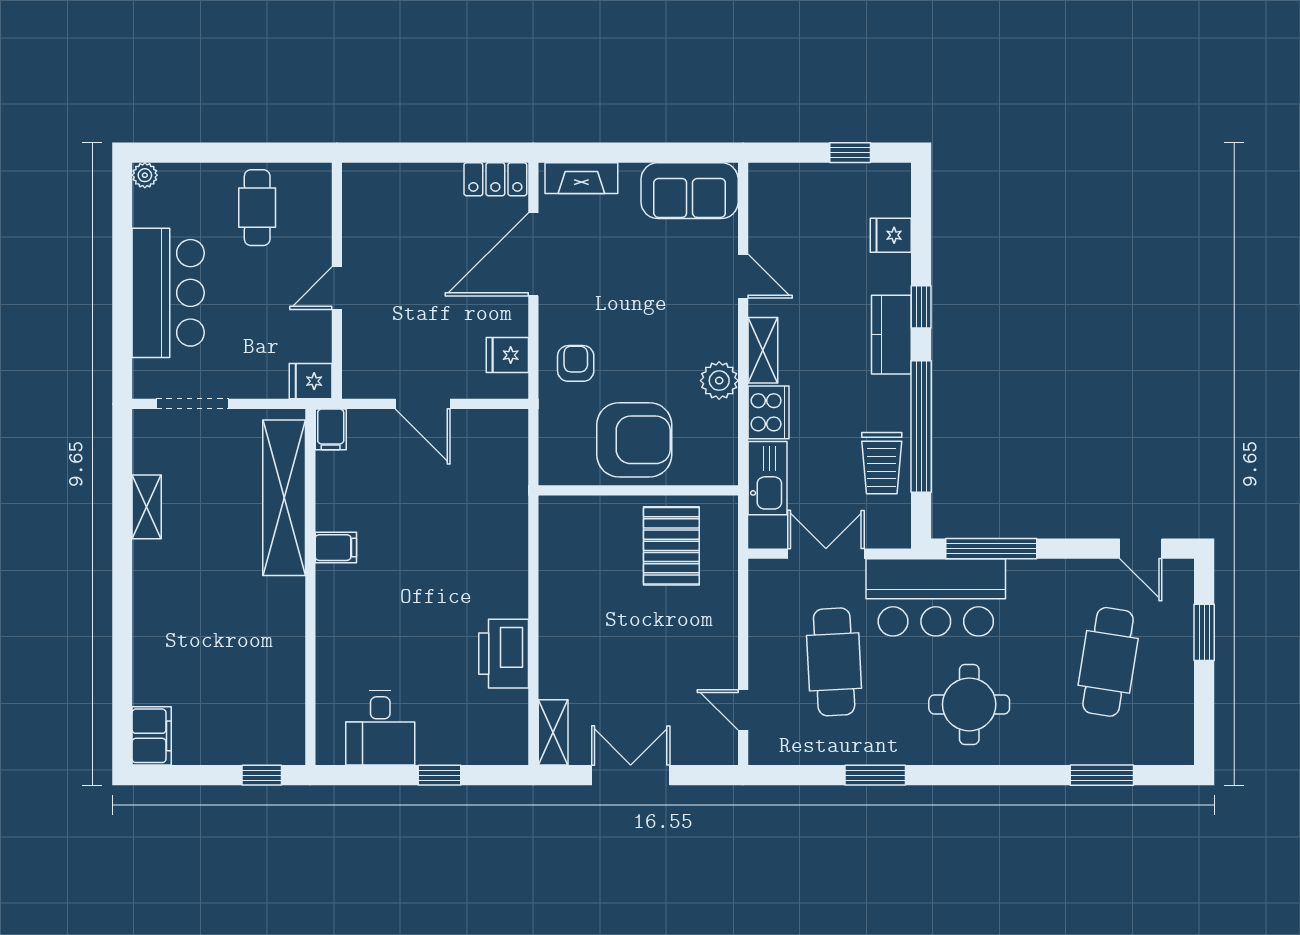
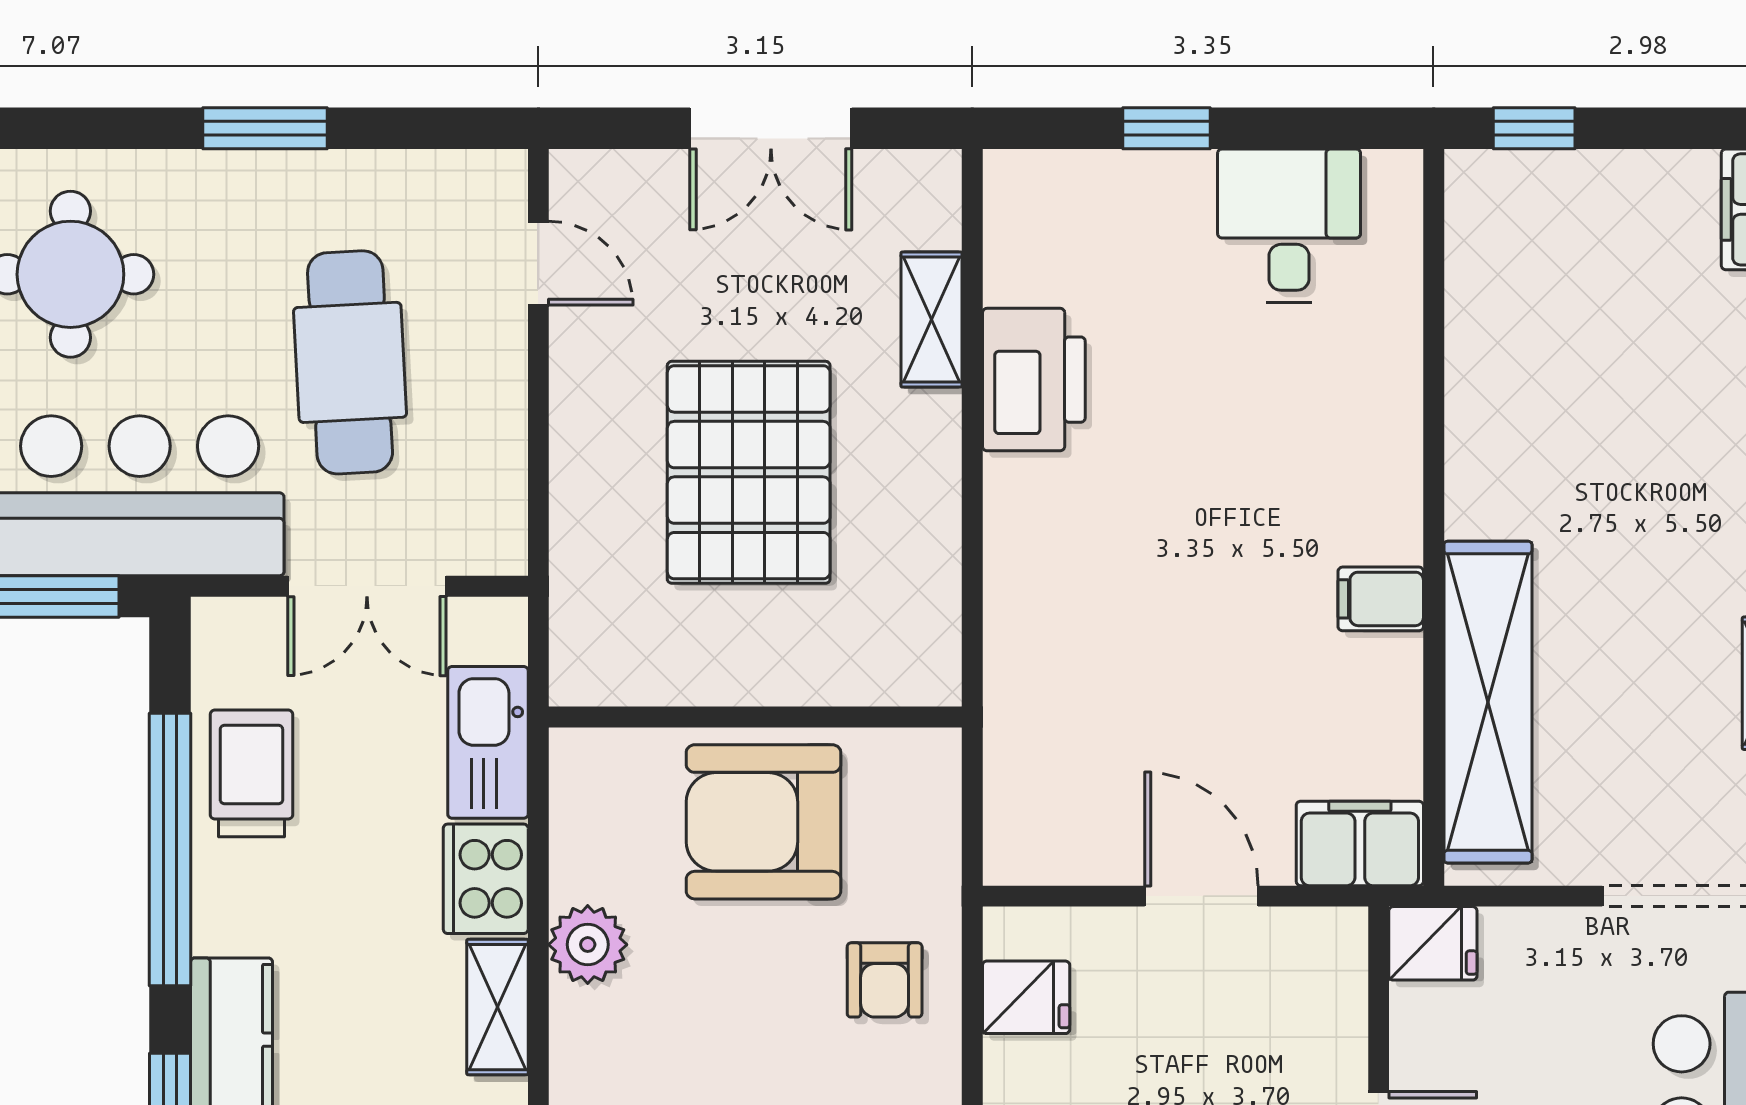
filing cabinet: (331, 429) -> (1360, 843), width x2.00
pallet: (671, 546) -> (749, 472), moved, width x1.37, depth x1.41
shelving: (553, 732) -> (931, 320), moved

